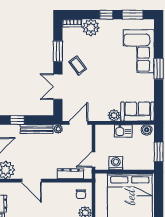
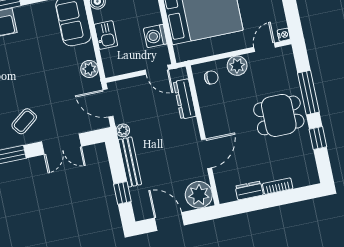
plant: (114, 115) -> (89, 69), moved

